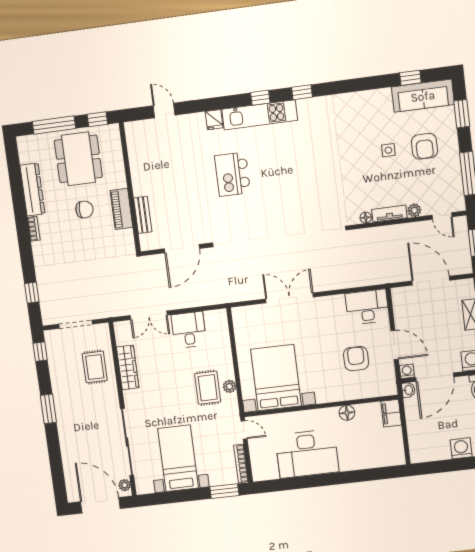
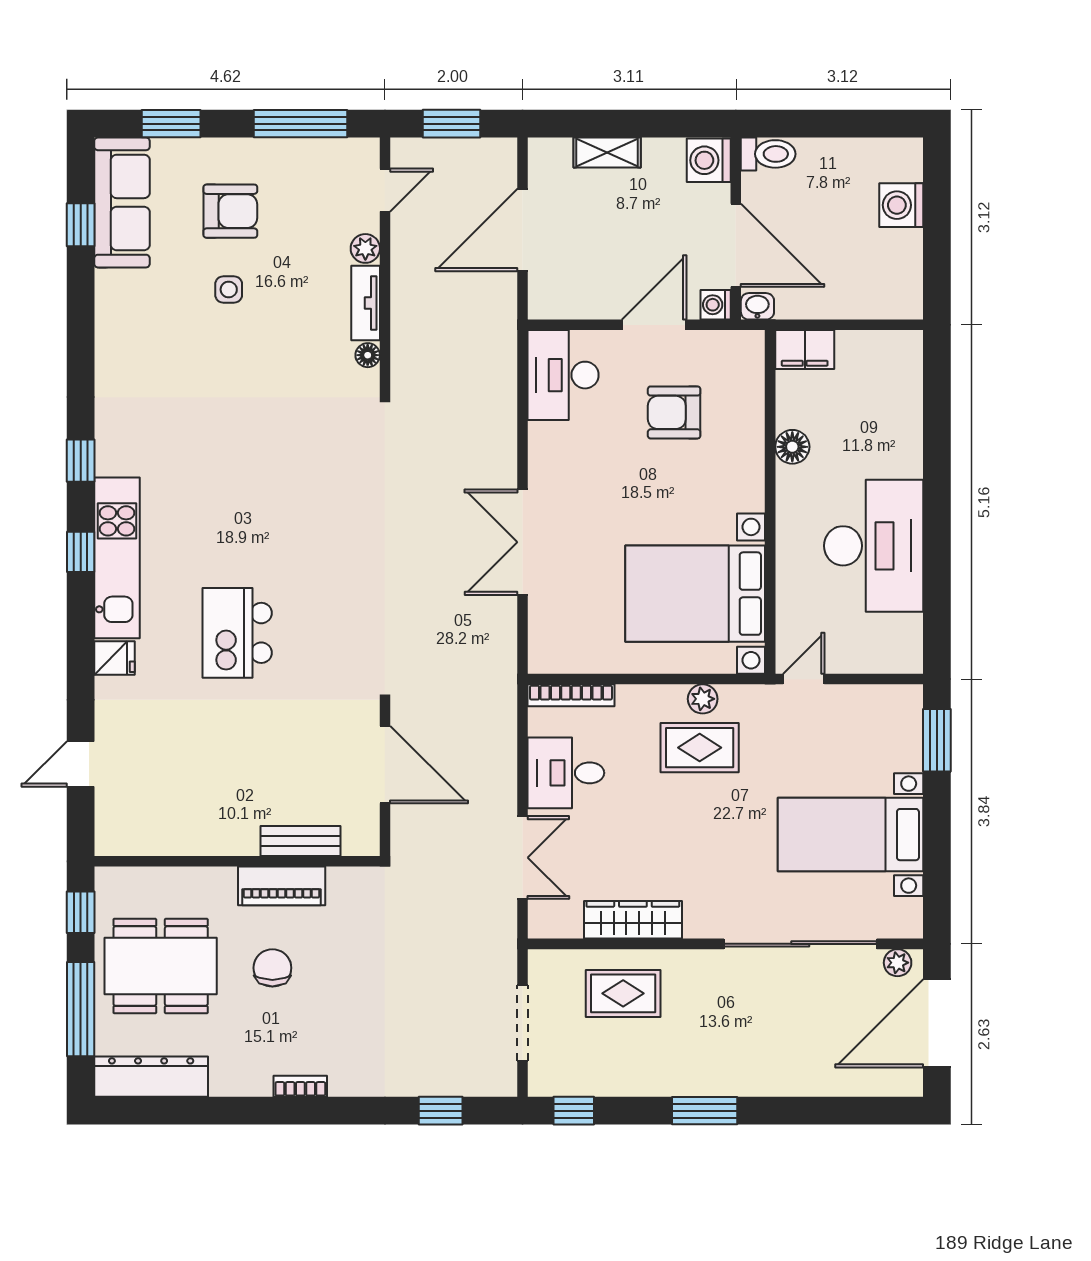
kitchen island: (233, 174) -> (237, 633), turned 90
dresser: (32, 189) -> (151, 1077), moved
bookcase: (241, 463) -> (571, 695), moved

